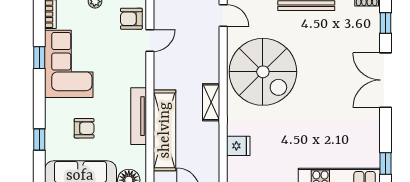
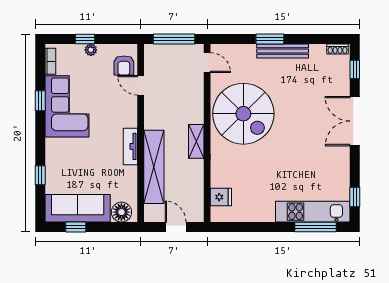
armchair: (131, 19) -> (124, 65), turned -90
door: (150, 41) -> (141, 85), swing flipped
tv unit: (139, 116) -> (130, 146), width x0.71
armchair: (84, 128) -> (81, 165), removed
fridge: (238, 146) -> (221, 197), moved

